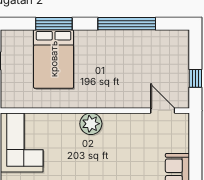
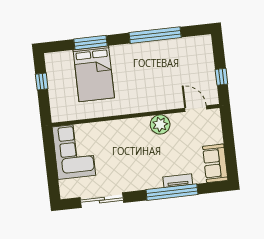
plant: (91, 124) -> (160, 124), moved

